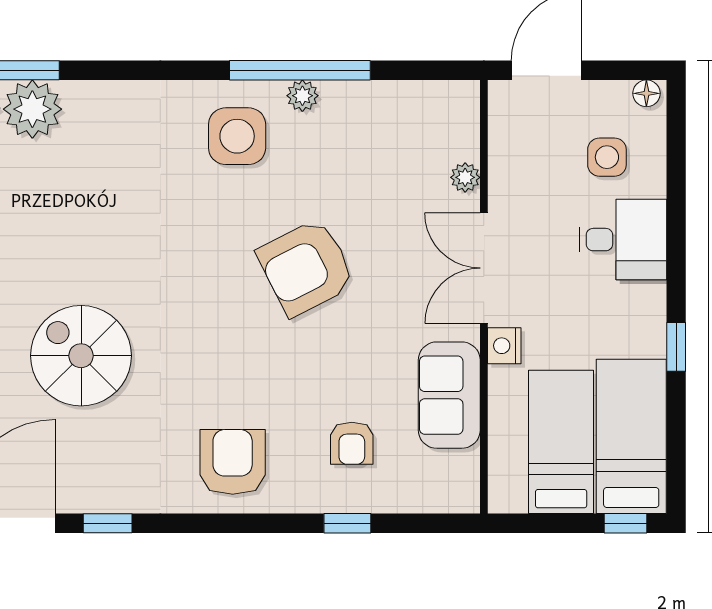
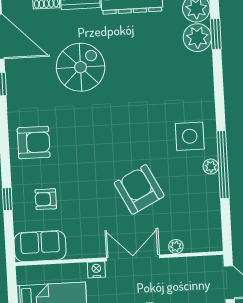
armchair: (306, 267) -> (139, 189), moved
sofa: (449, 395) -> (40, 246), moved

